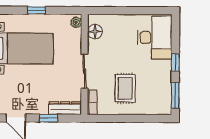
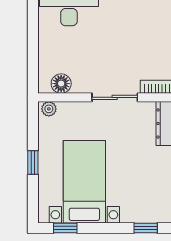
rug: (125, 88) -> (138, 43), removed

